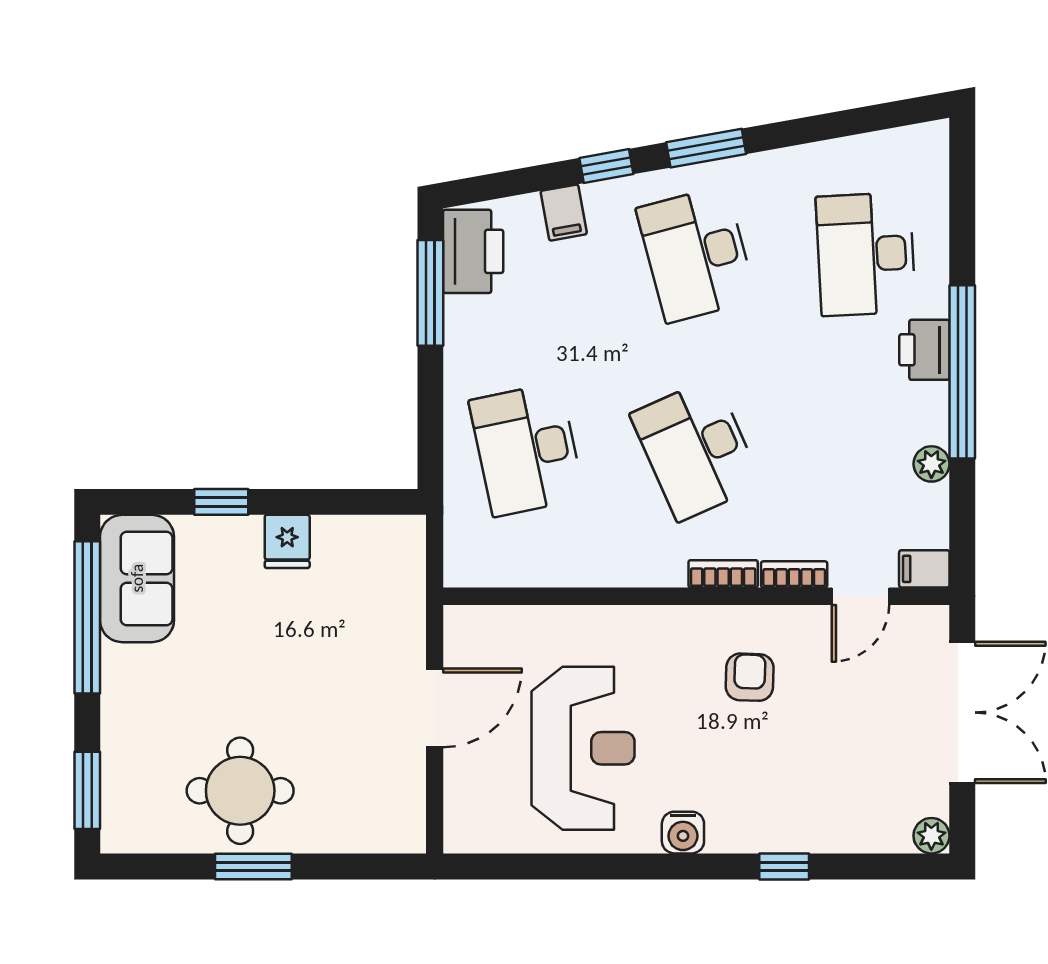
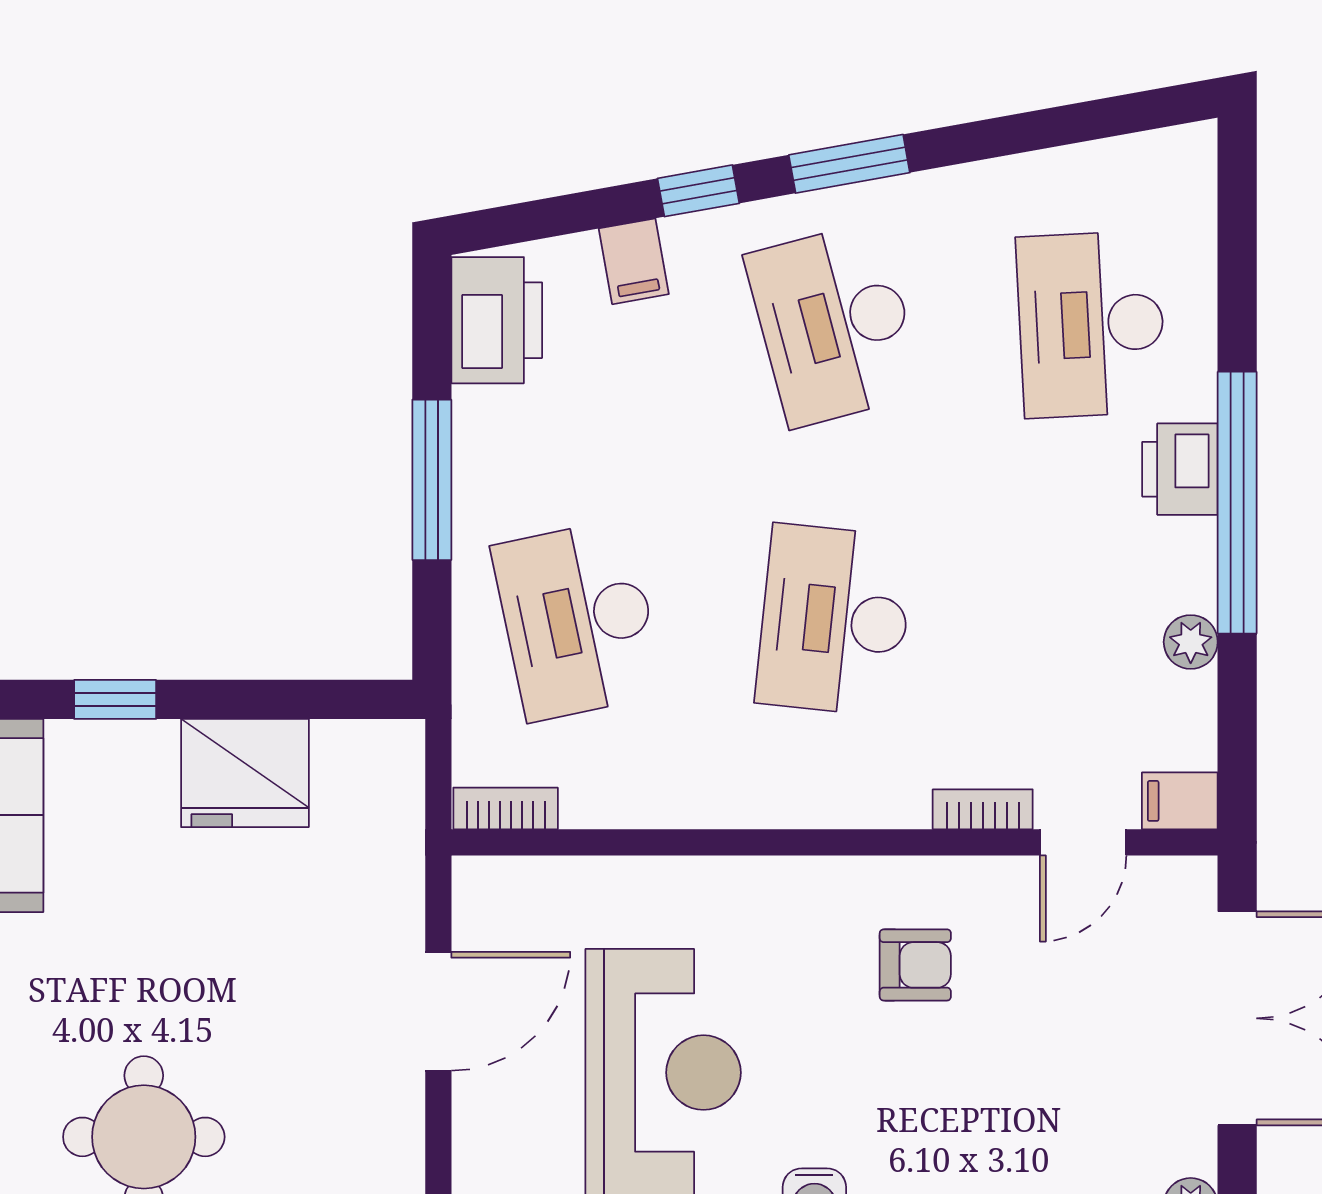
window: (430, 293) -> (432, 480), moved
desk: (696, 449) -> (834, 620), turned 30
fridge: (287, 541) -> (245, 773), width x1.88, depth x1.34
bookcase: (723, 574) -> (506, 808), moved
armchair: (750, 677) -> (915, 965), turned 88

